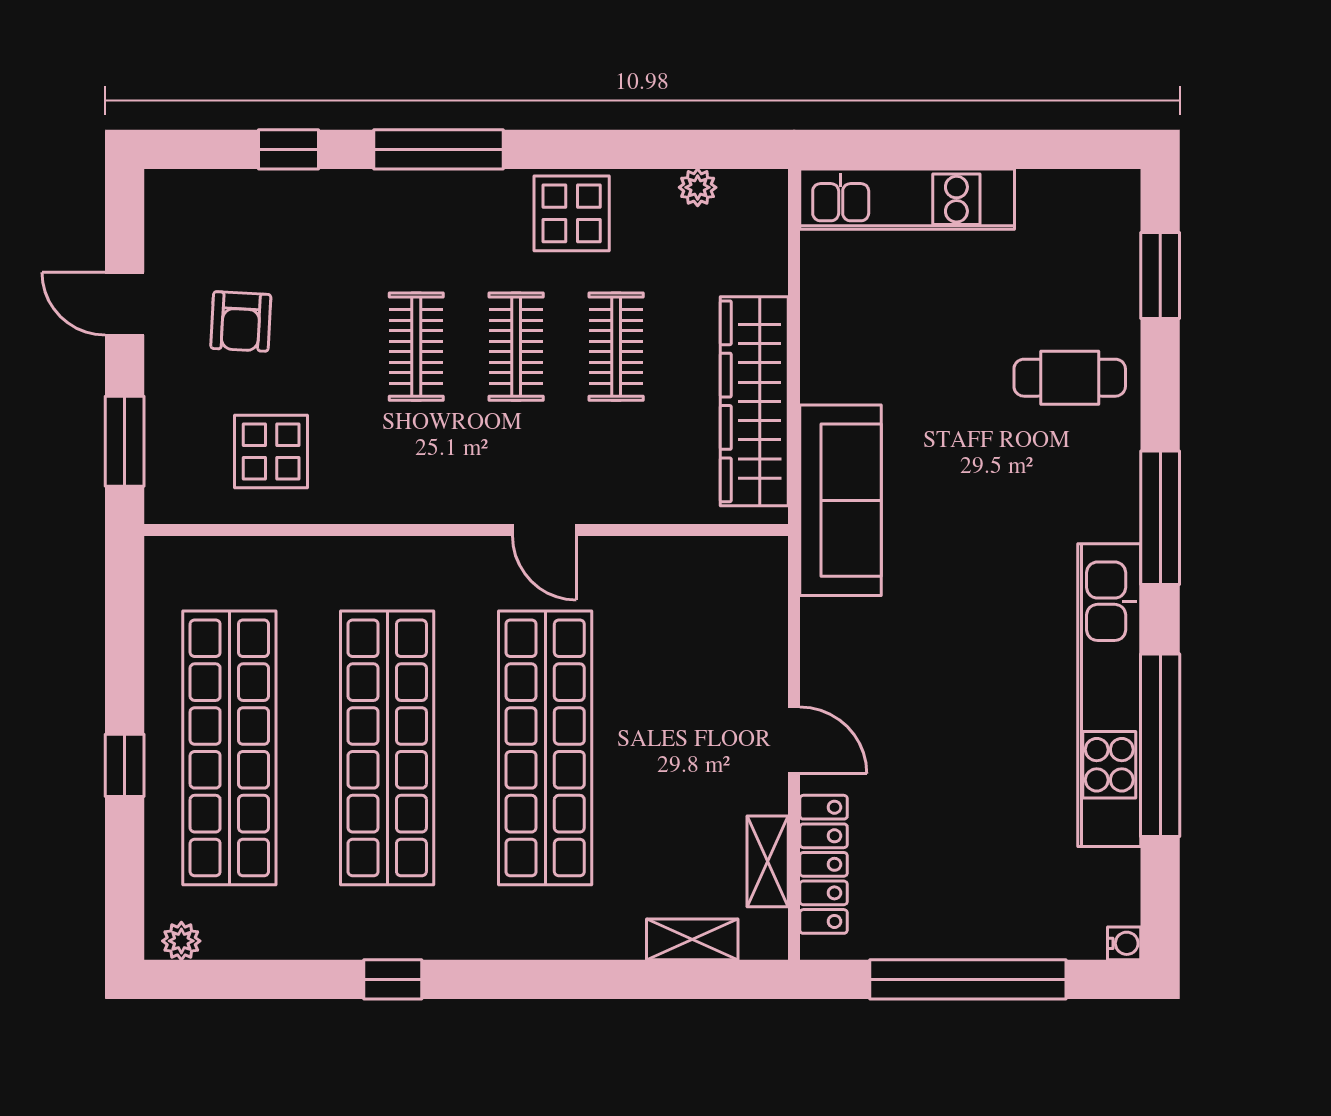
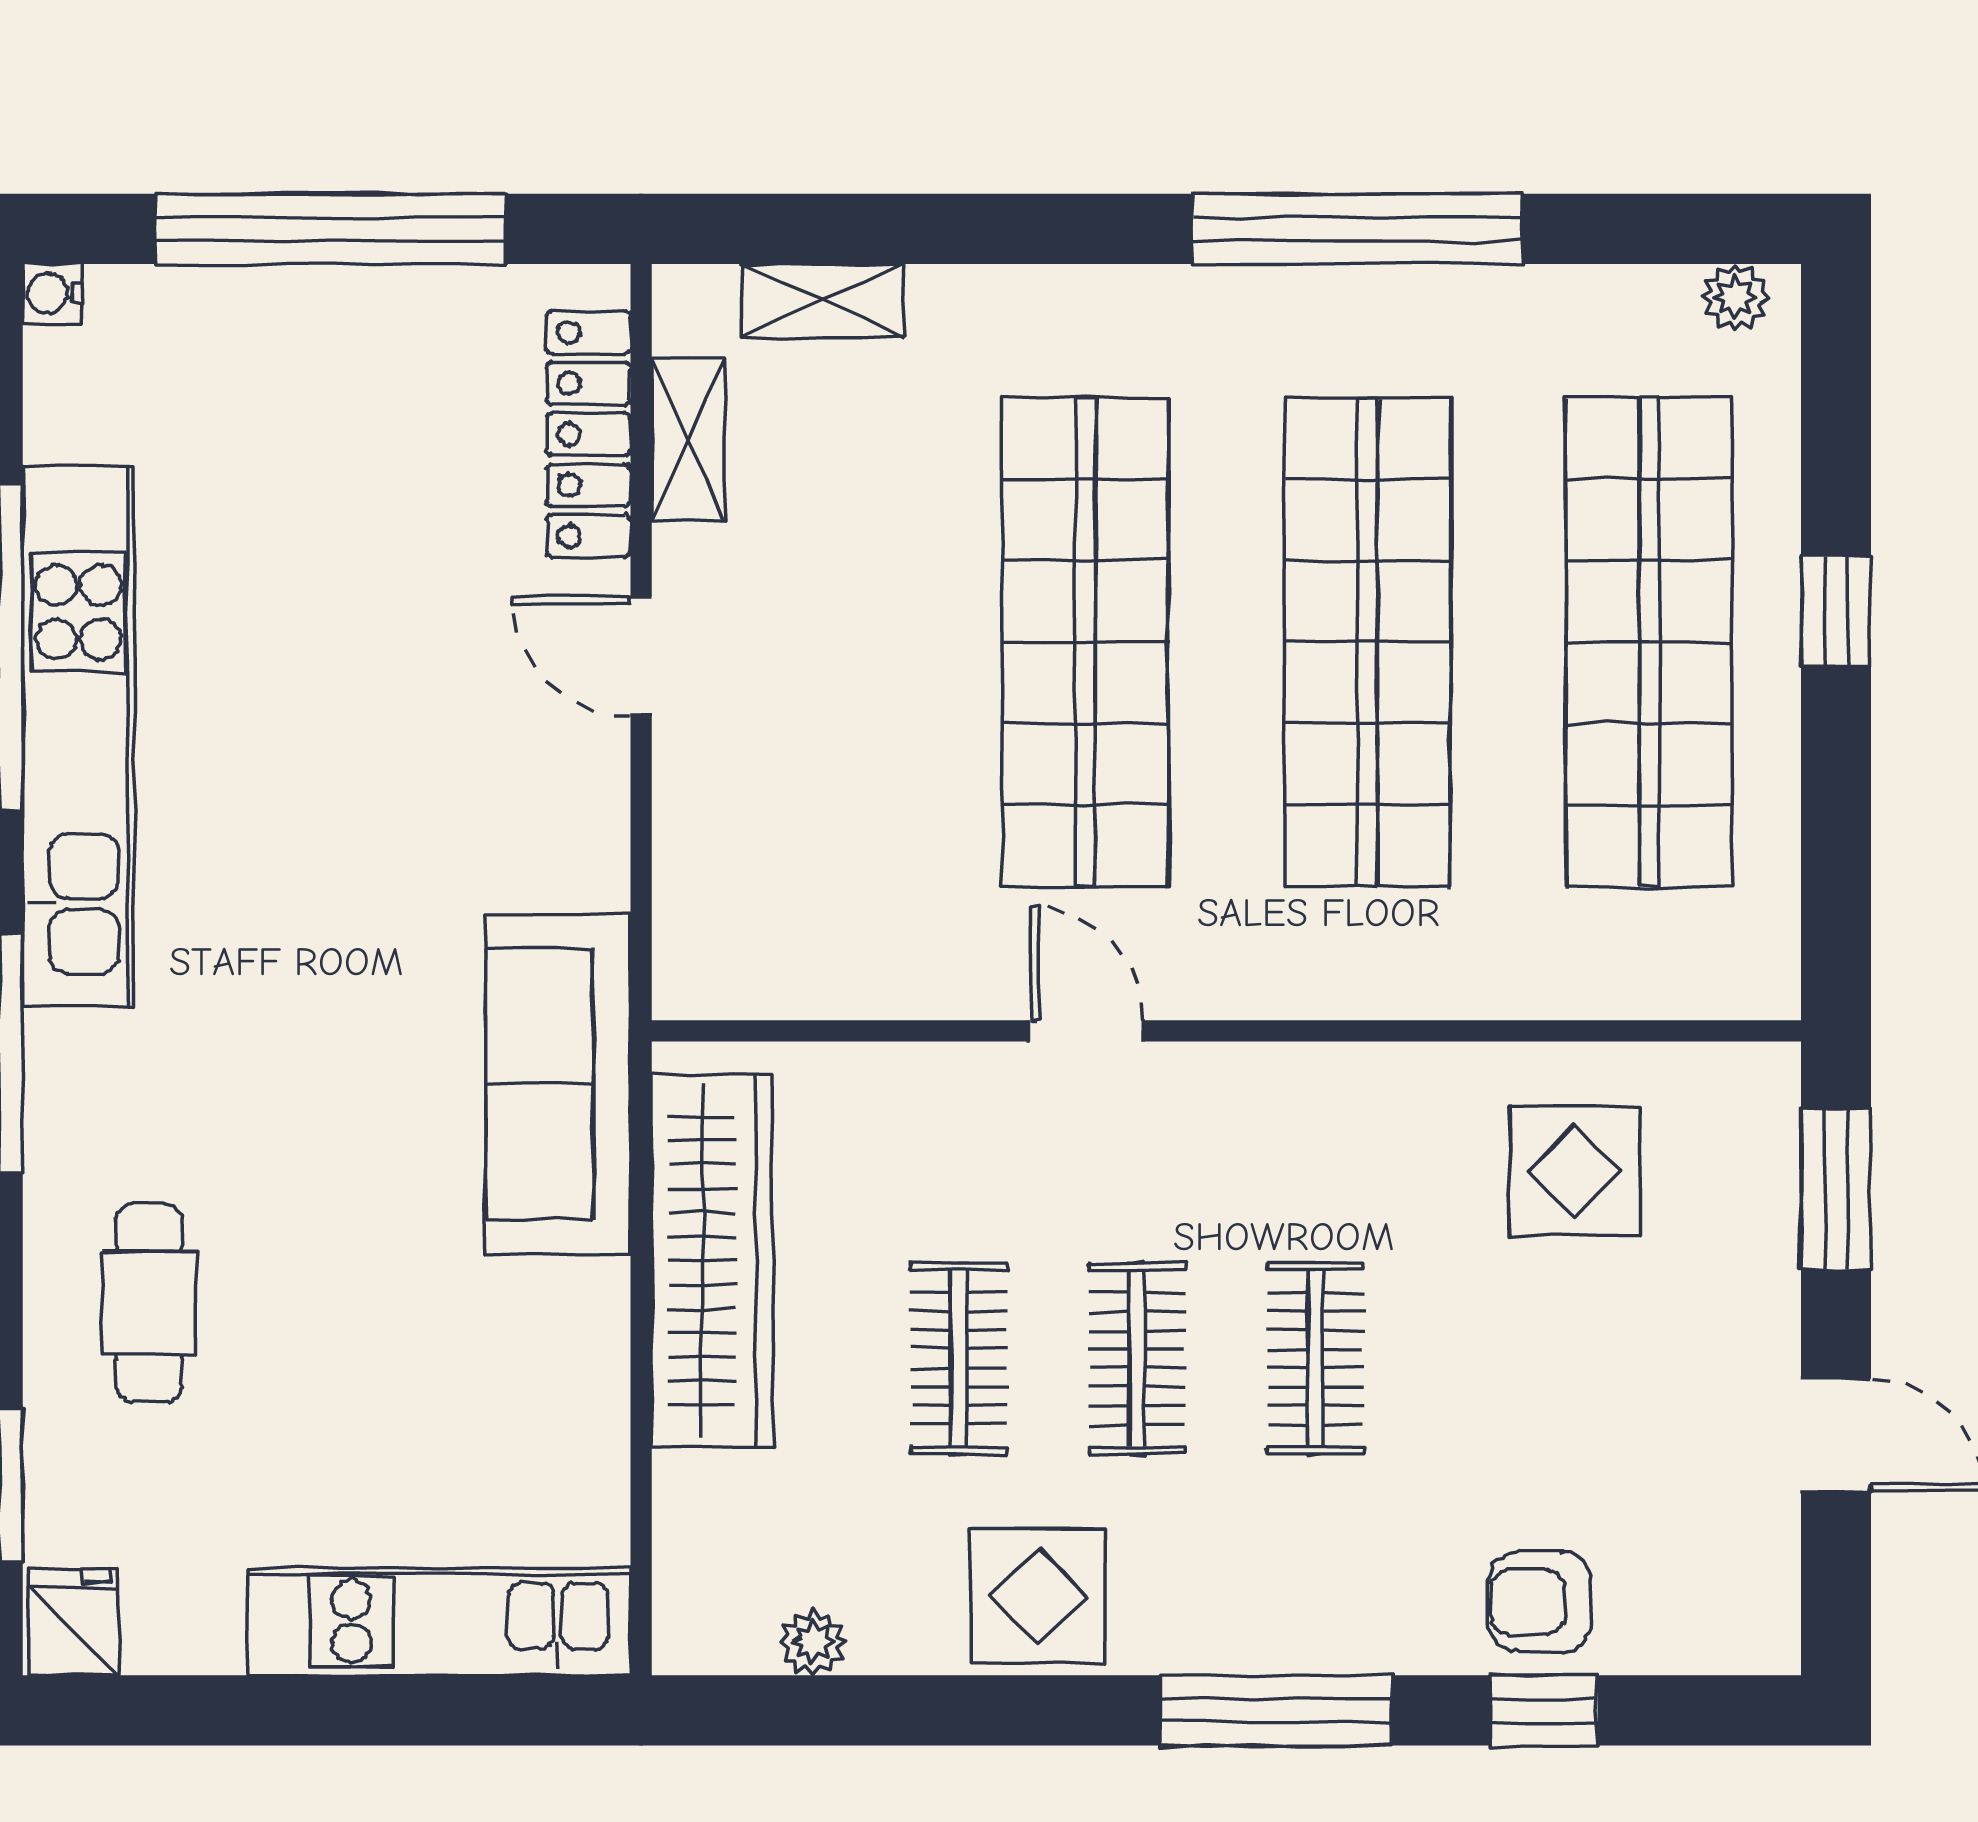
fridge: (1112, 199) -> (74, 1622), added
armchair: (241, 321) -> (1540, 1602), moved, turned -93
cafe table: (1070, 378) -> (149, 1303), turned 90
window: (393, 979) -> (1357, 229), width x3.17

